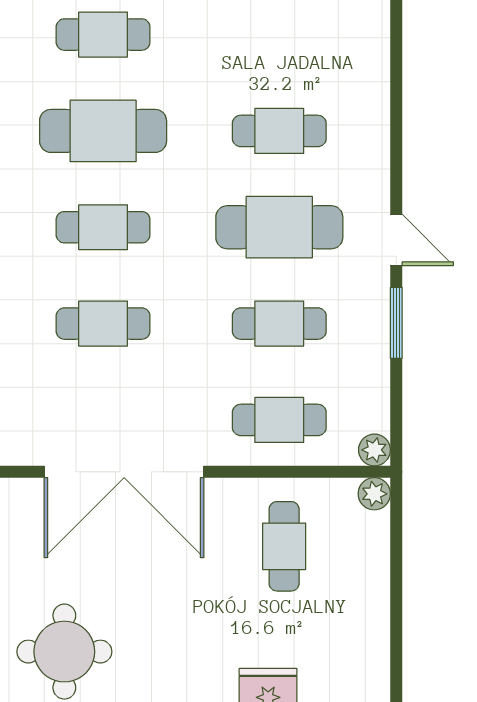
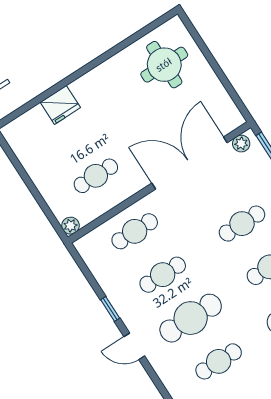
window: (396, 323) -> (110, 309), width x0.67
plant: (374, 450) -> (241, 144), moved
cafe table: (284, 546) -> (96, 176), turned 90

